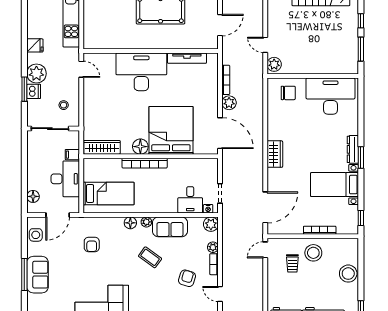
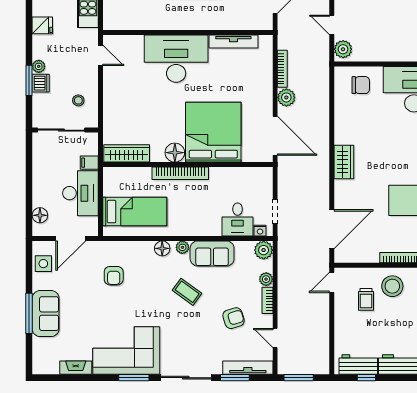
plant: (36, 74) -> (39, 66), width x0.53, depth x0.53
armchair: (187, 278) -> (234, 318), turned 56

